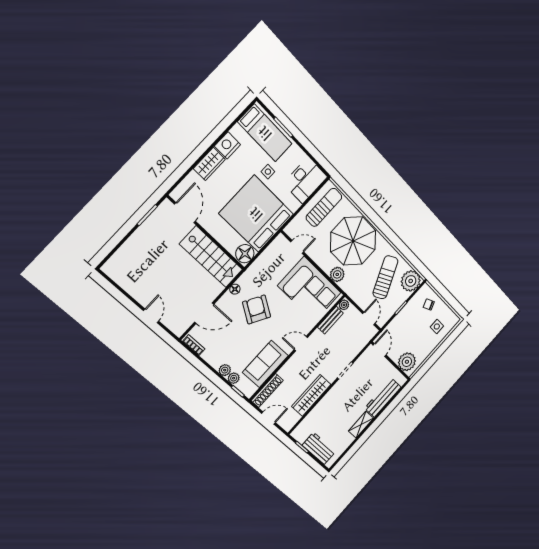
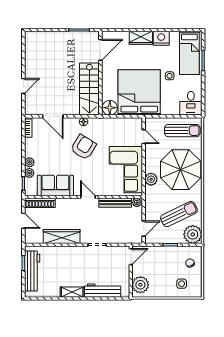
desk: (305, 180) -> (191, 103), width x0.73
bench: (330, 320) -> (115, 203), width x1.36
workbench: (319, 449) -> (32, 271), width x1.38

